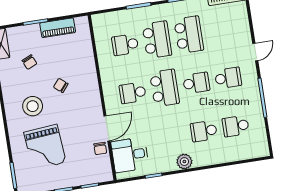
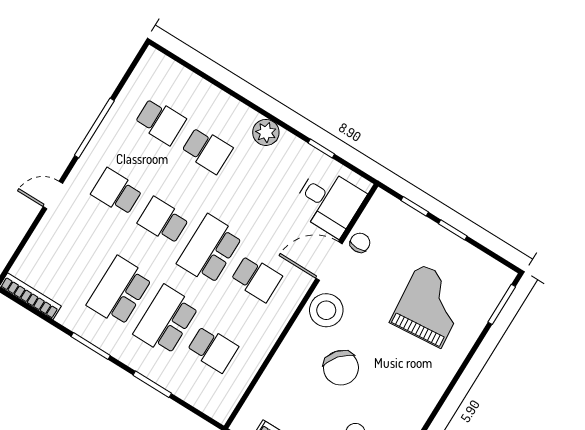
chair: (61, 85) -> (341, 368), width x1.87, depth x1.87
stool: (33, 106) -> (326, 310), moved

